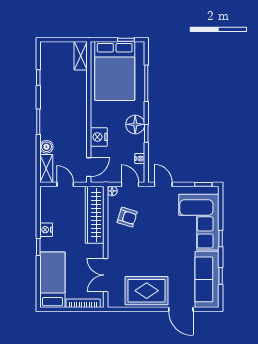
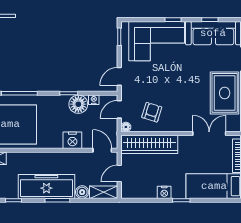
freezer: (52, 111) -> (46, 186), added
floor lamp: (135, 124) -> (78, 104), moved
double door: (106, 275) -> (209, 134), swing flipped

